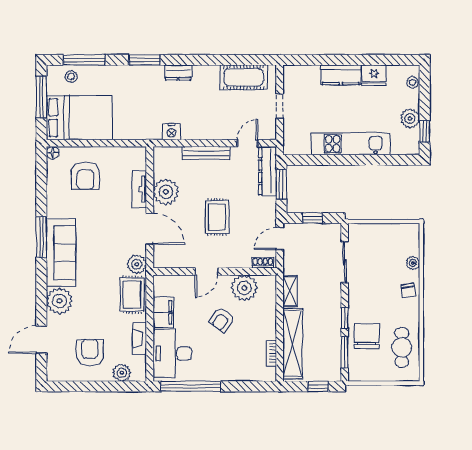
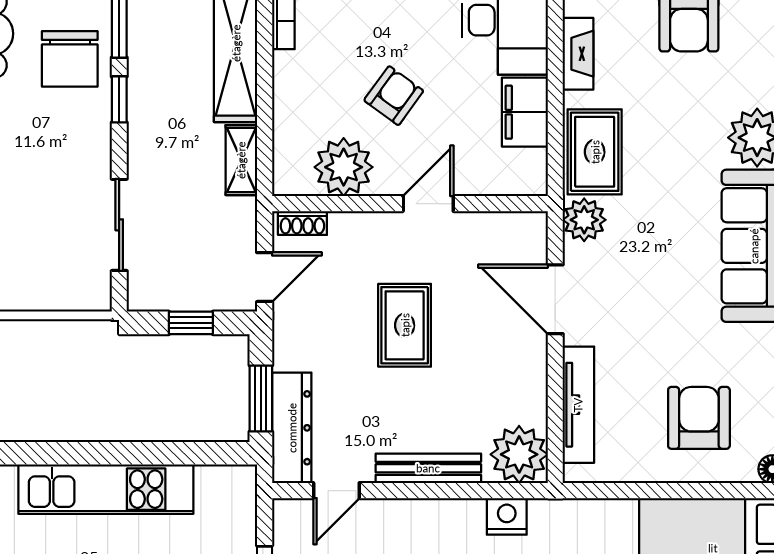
tv unit: (139, 189) -> (578, 405), width x1.41
plant: (166, 192) -> (519, 454), moved

